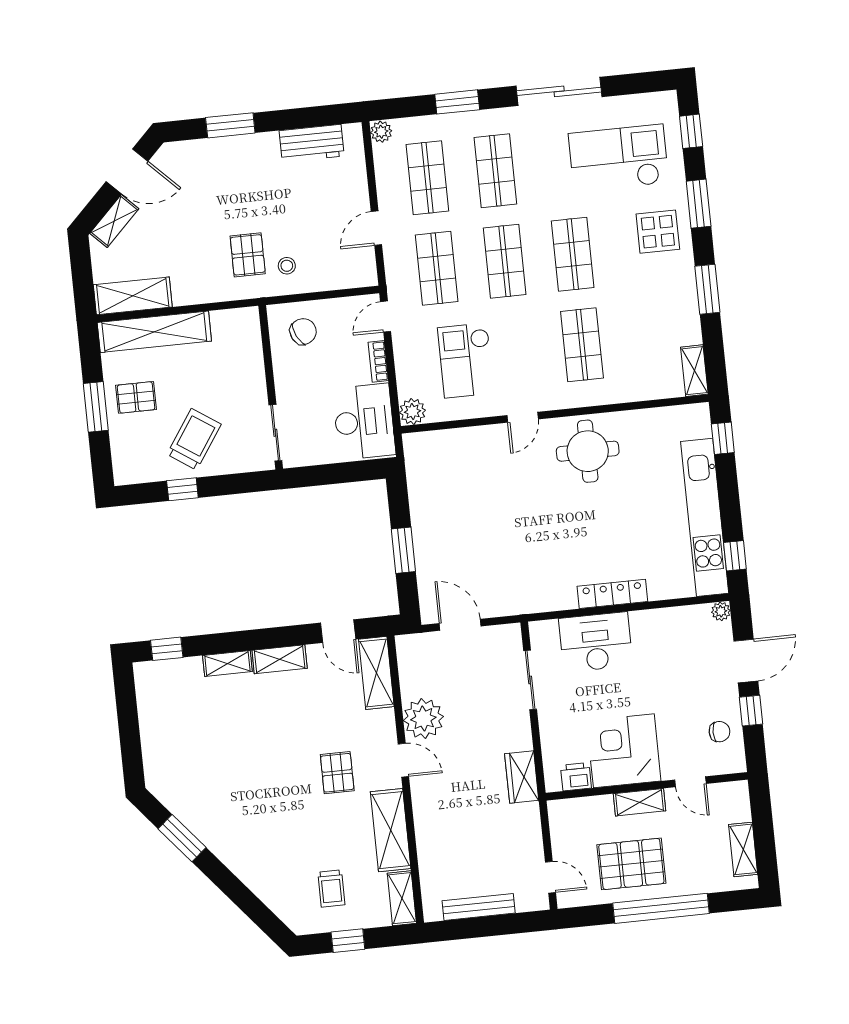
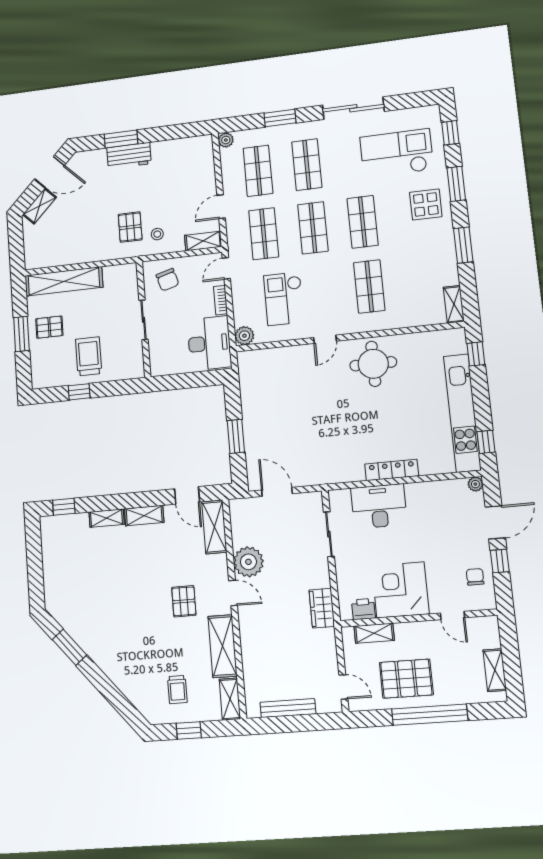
workbench: (312, 143) -> (129, 156), moved
shelving: (133, 296) -> (203, 241), moved, width x0.67, depth x0.75
chair: (303, 332) -> (167, 280), turned 101
sliding door: (275, 433) -> (144, 320), moved
trolley: (194, 439) -> (89, 356), turned -34
chair: (719, 732) -> (475, 577), turned -90
shelving: (640, 802) -> (374, 633), moved

